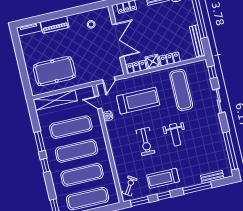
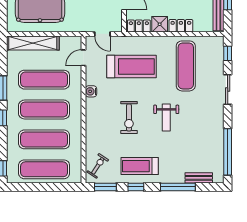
door: (109, 80) -> (102, 34), hinge flipped
door: (98, 102) -> (83, 58), hinge flipped
water cooler: (108, 116) -> (91, 91), moved

